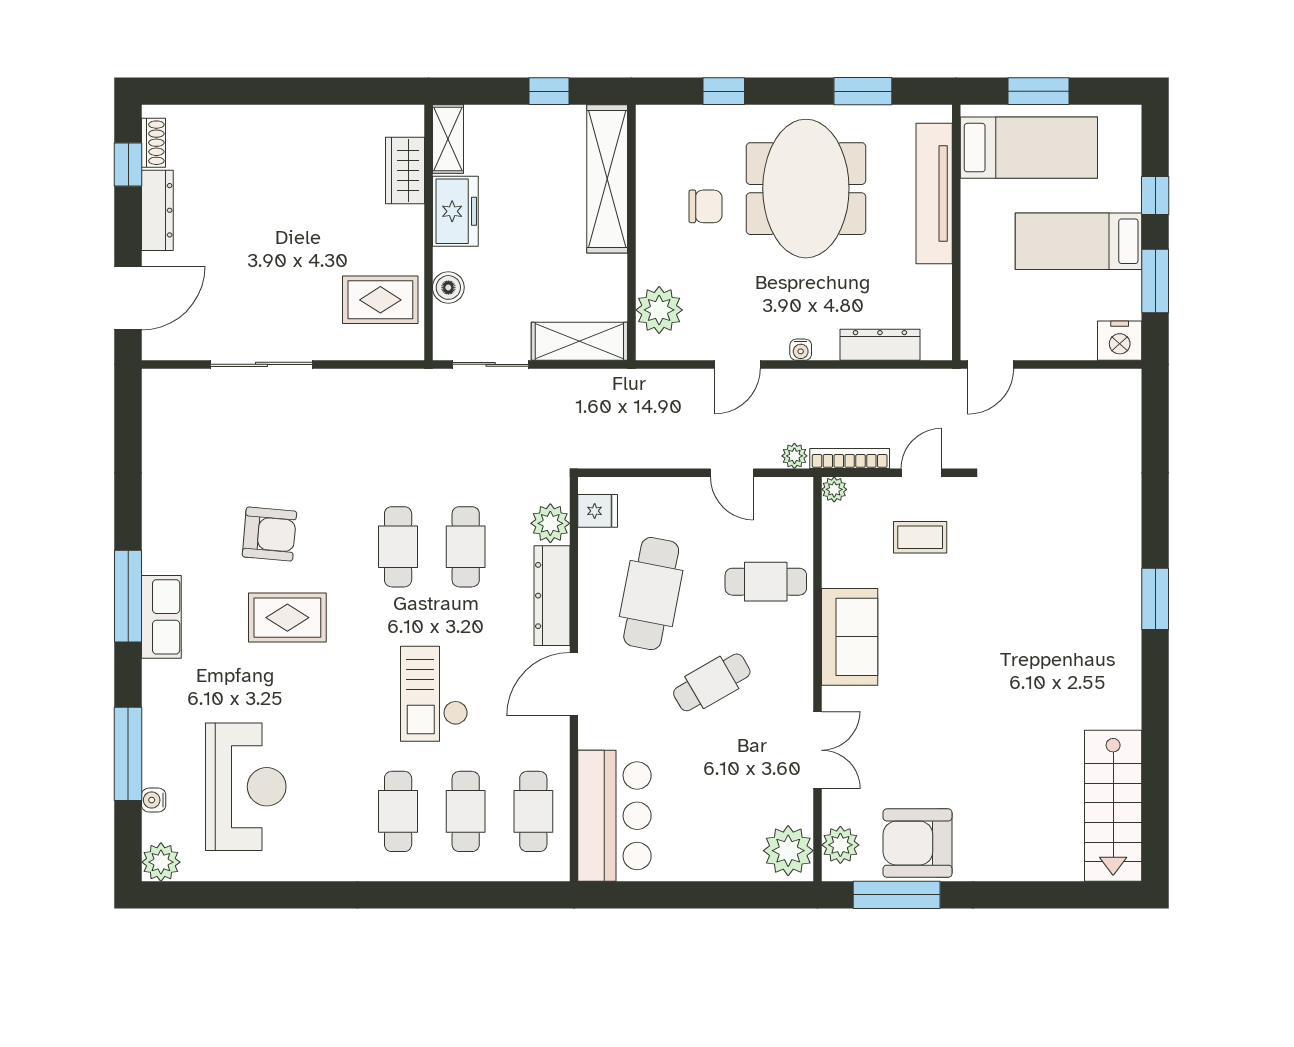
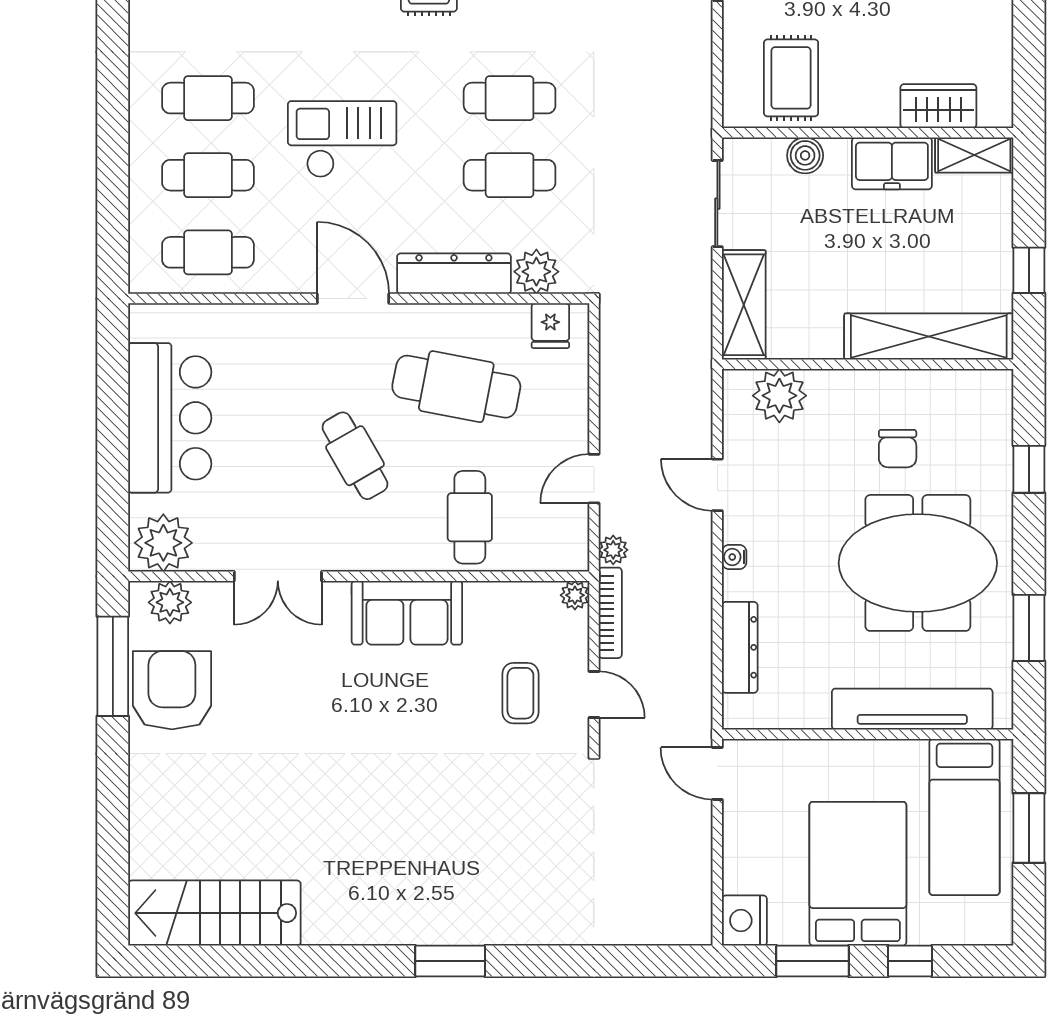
bed: (1079, 241) -> (858, 874), width x1.50
bar counter: (614, 816) -> (170, 418), moved, turned -90

